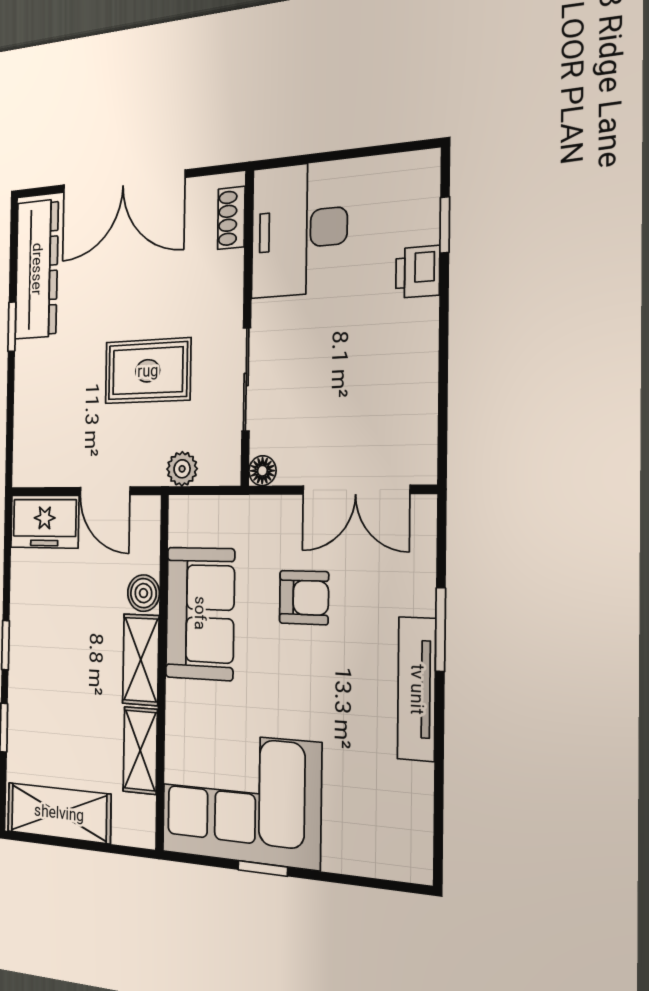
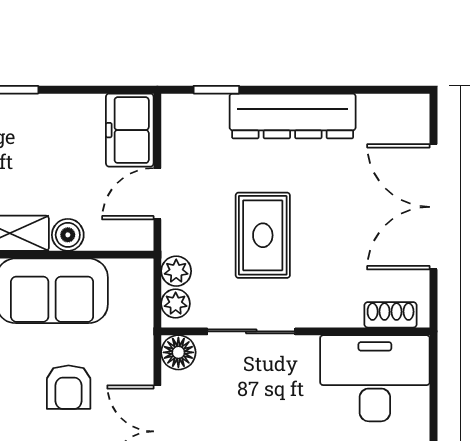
dresser: (37, 269) -> (293, 116), moved
window: (12, 327) -> (216, 90), moved
plant: (215, 469) -> (176, 304), added
floor lamp: (262, 471) -> (178, 352), width x1.37, depth x1.37

